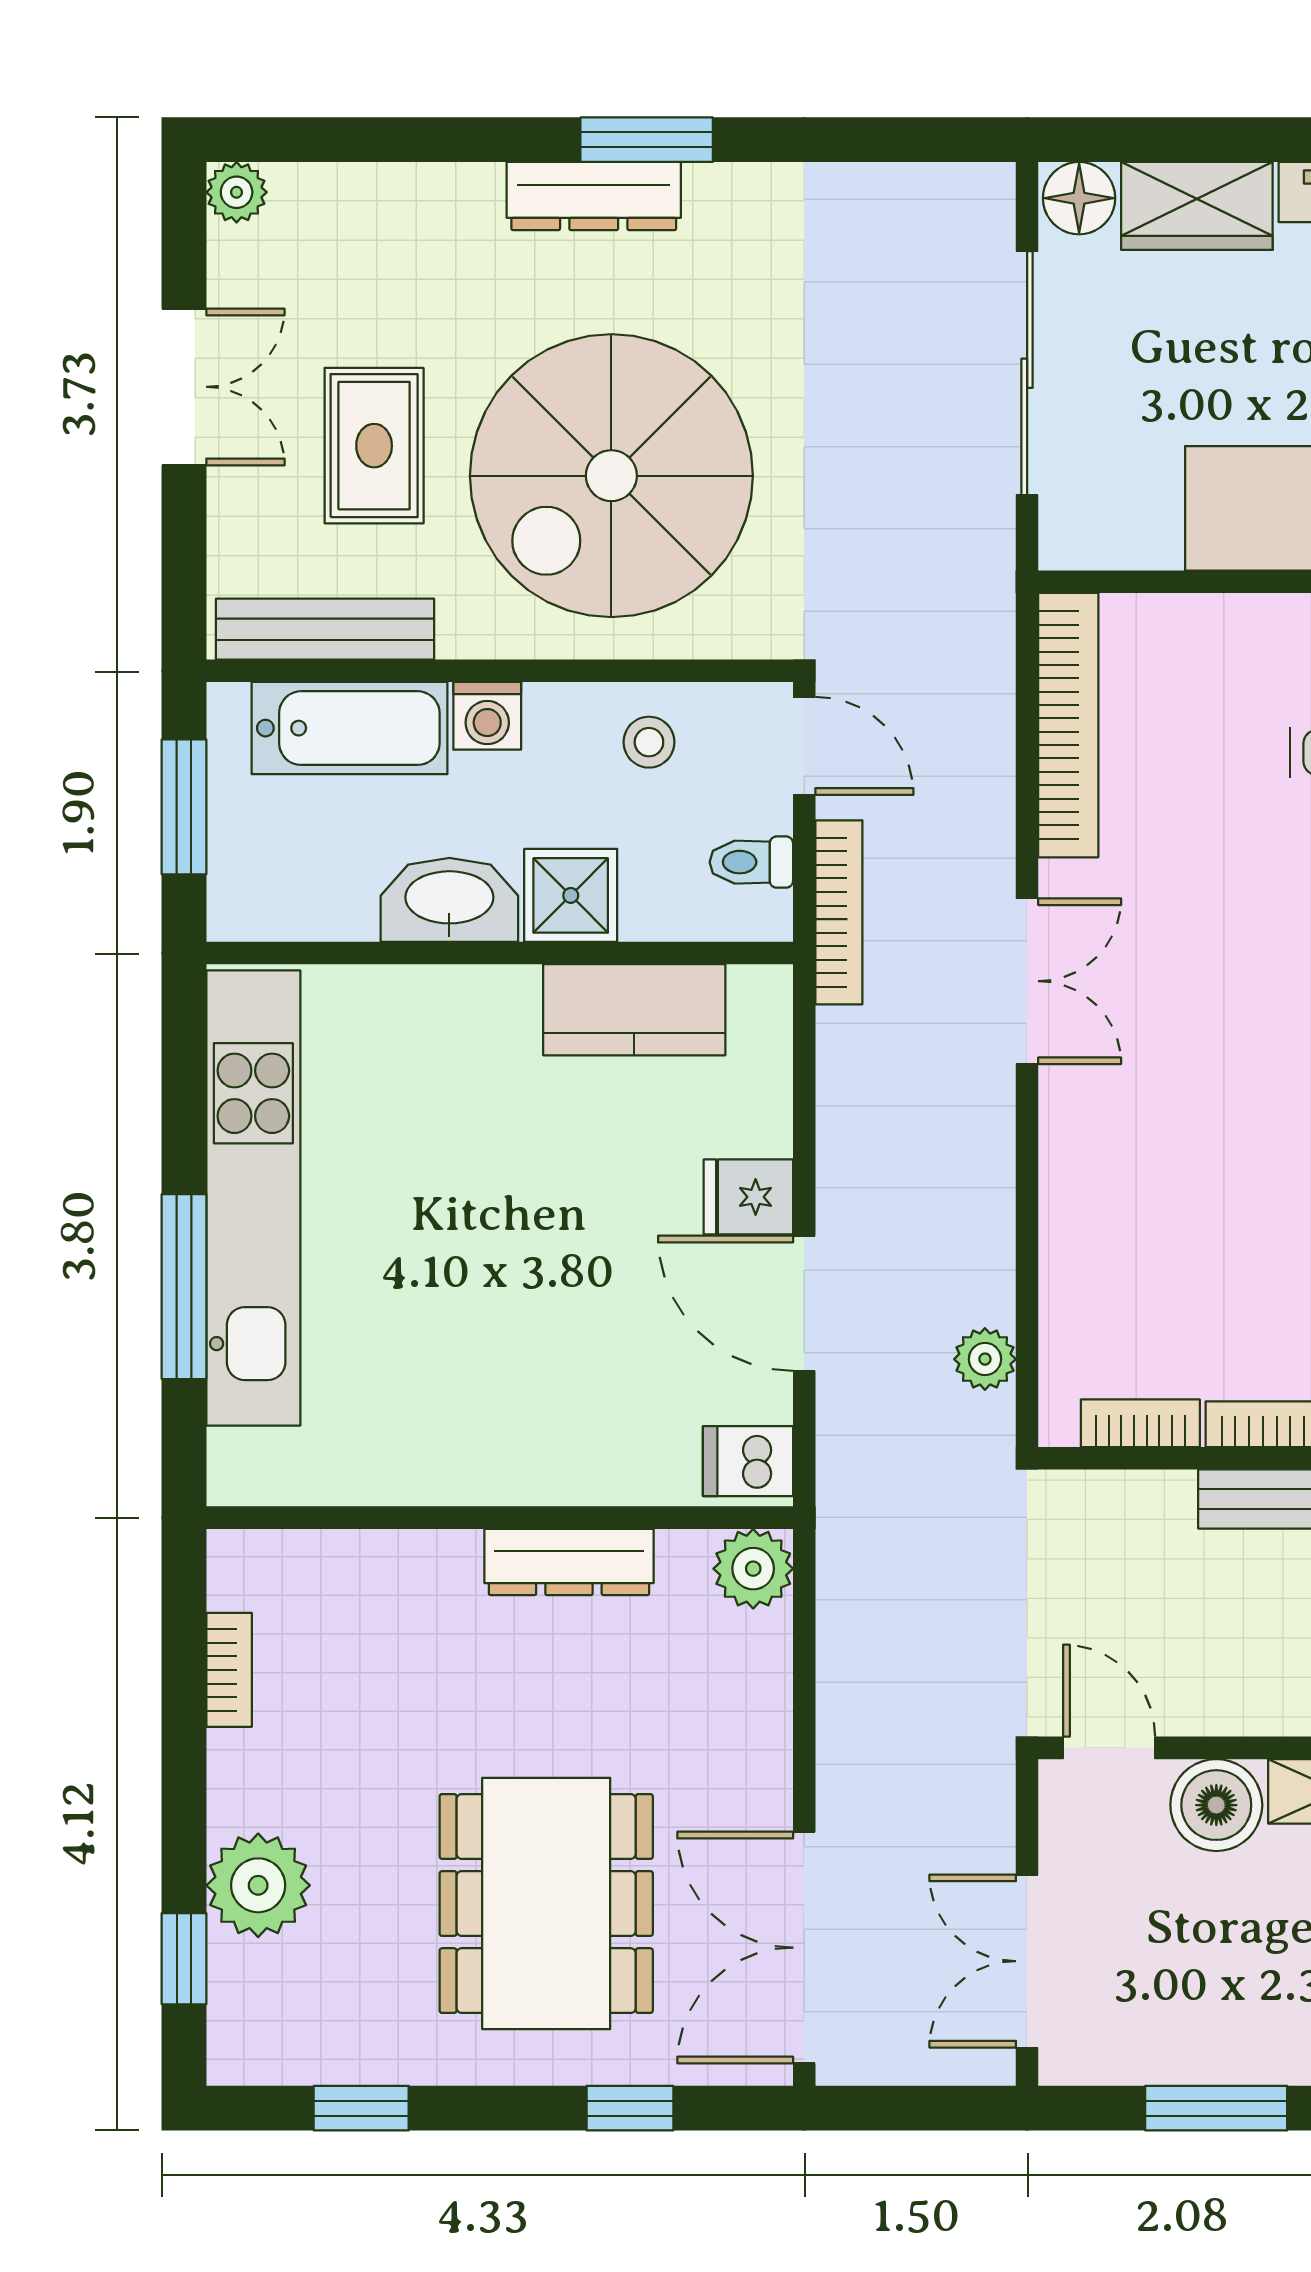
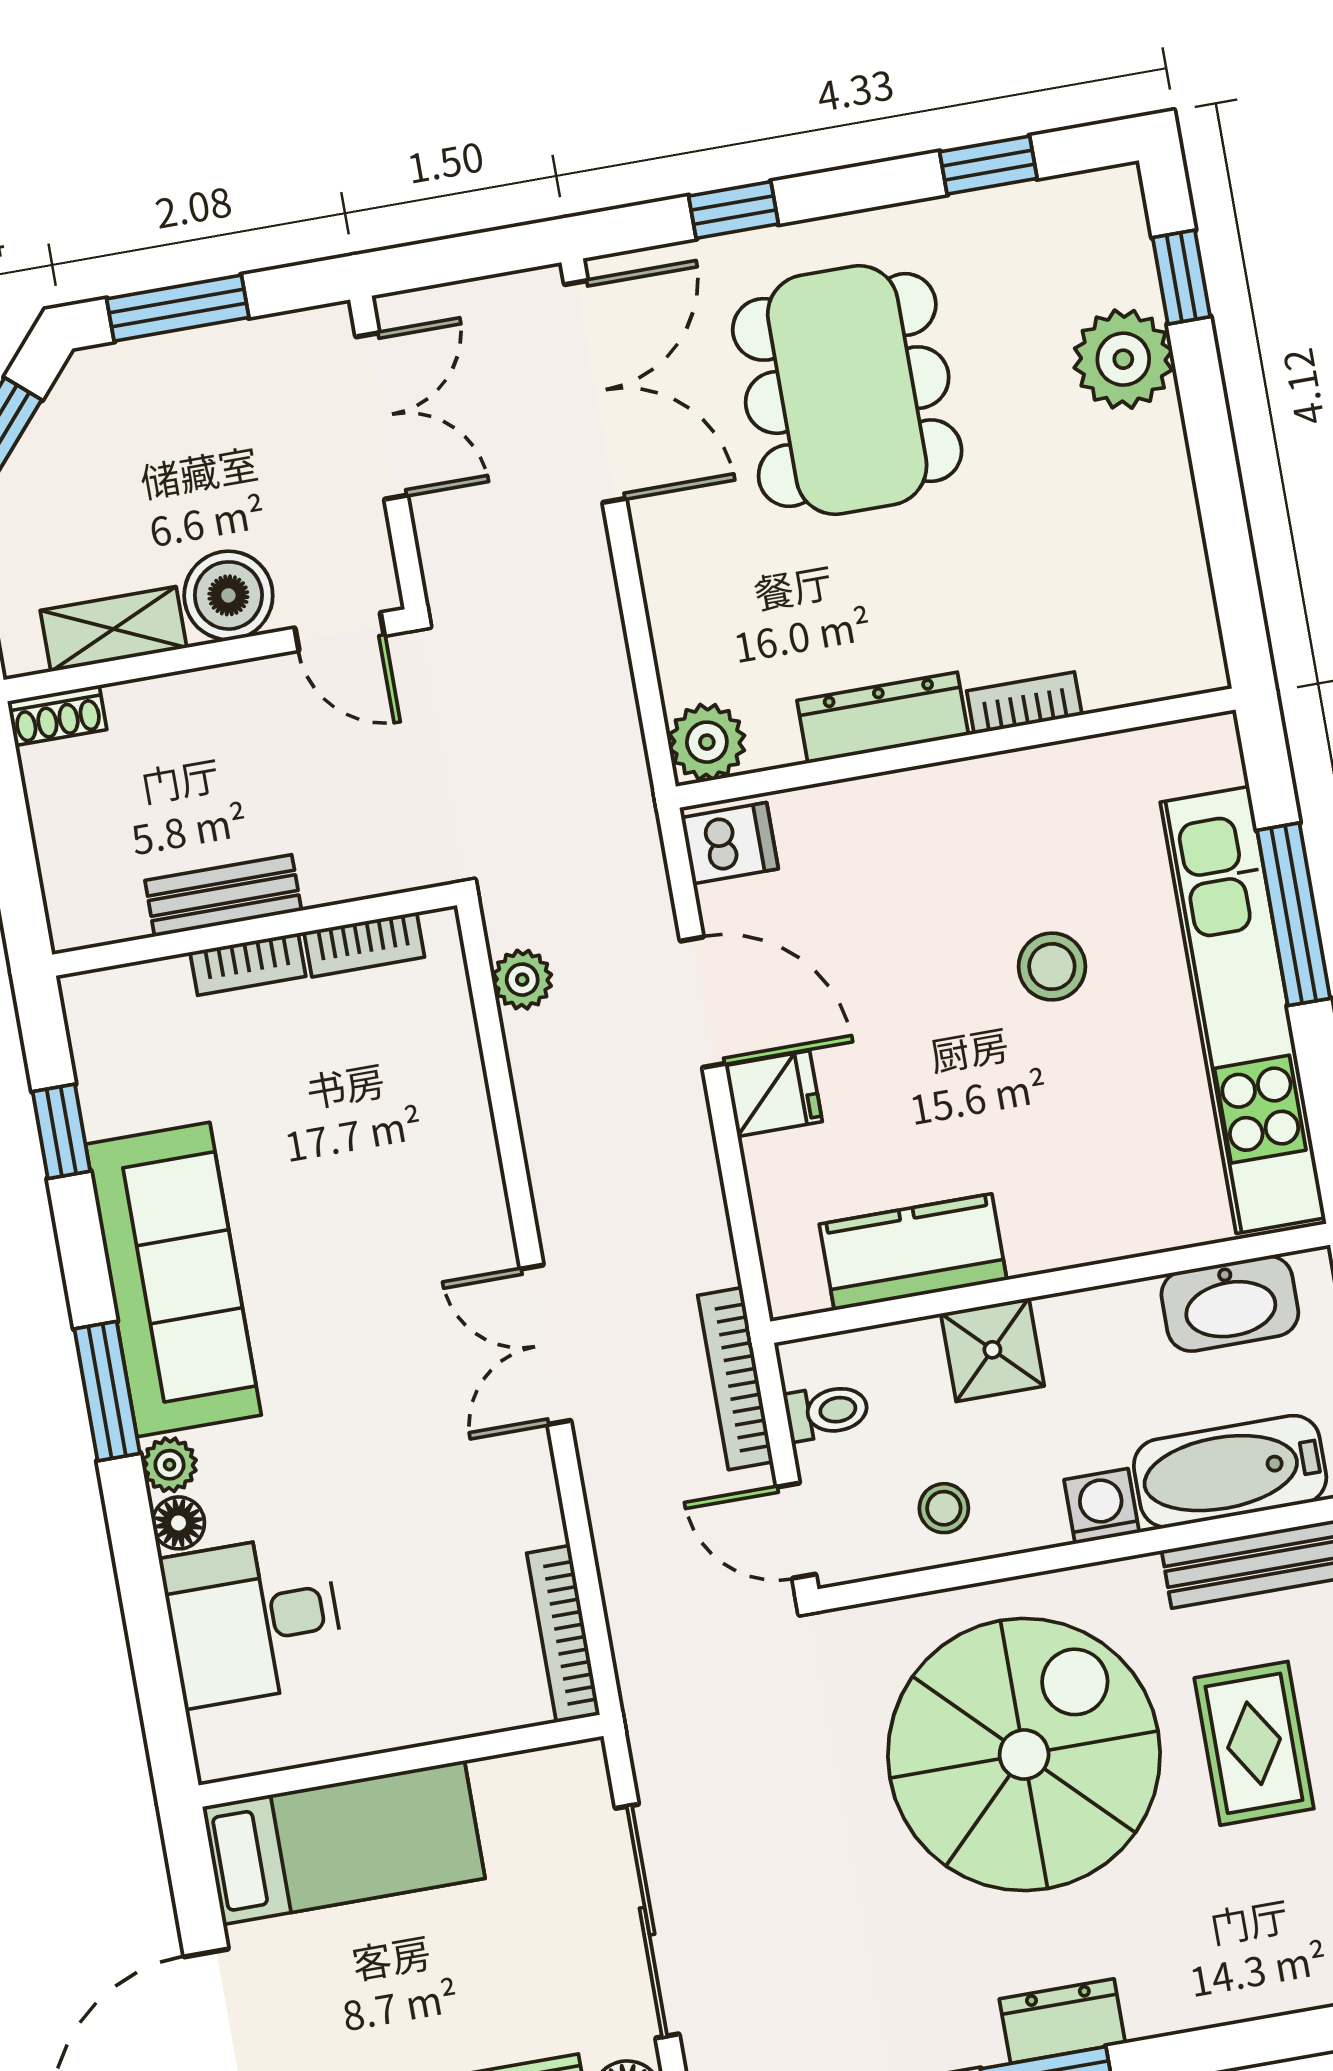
dresser: (594, 196) -> (1062, 2021), width x0.70
bookcase: (1068, 725) -> (563, 1634), width x0.68, depth x0.76
washbasin: (449, 900) -> (1230, 1304), moved
stool: (441, 1277) -> (1052, 967), added
bookcase: (229, 1670) -> (1024, 703), moved, turned 90

